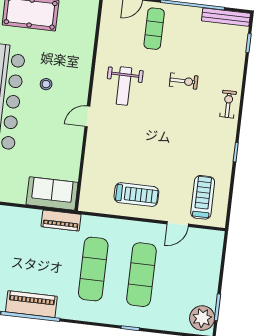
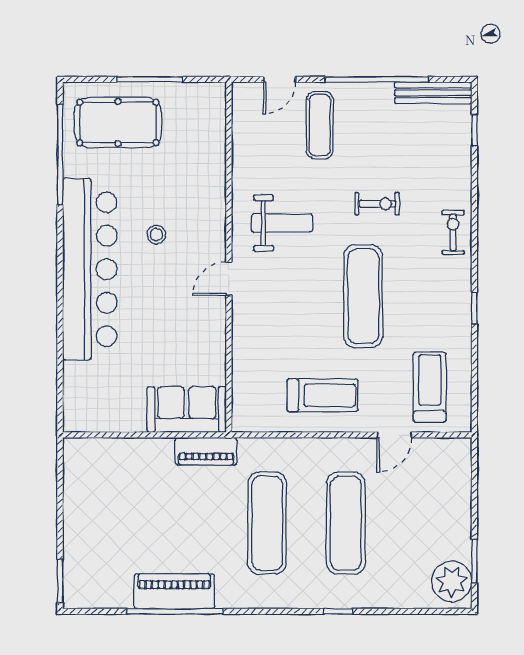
weight bench: (124, 86) -> (282, 223), turned -90
exercise mat: (168, 137) -> (363, 296), added

